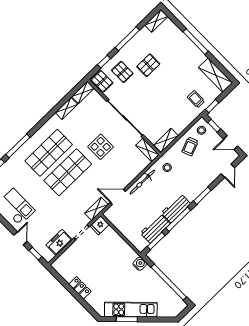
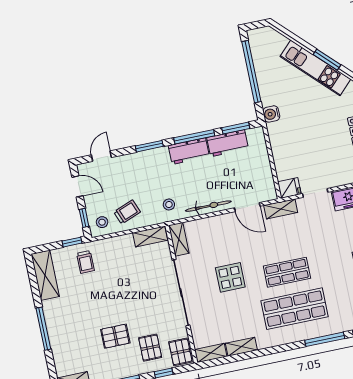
shop shelf: (68, 172) -> (287, 272), width x0.70, depth x0.74

